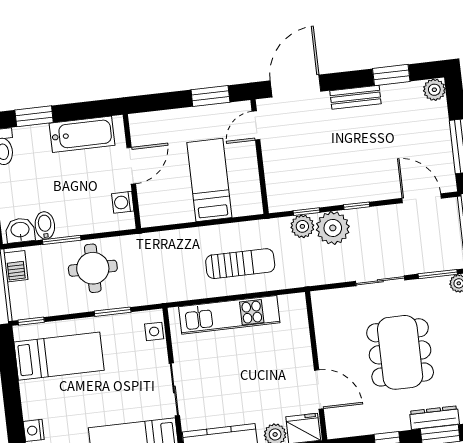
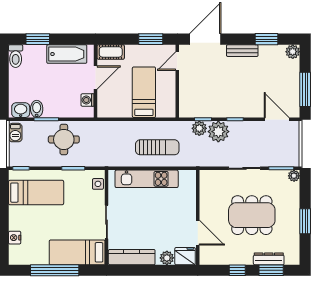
cot: (150, 123) -> (111, 52), added
dining table: (400, 352) -> (252, 215), turned 90

